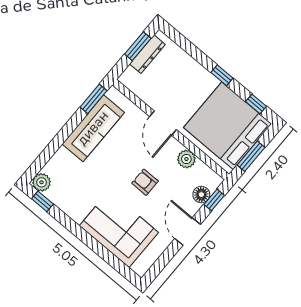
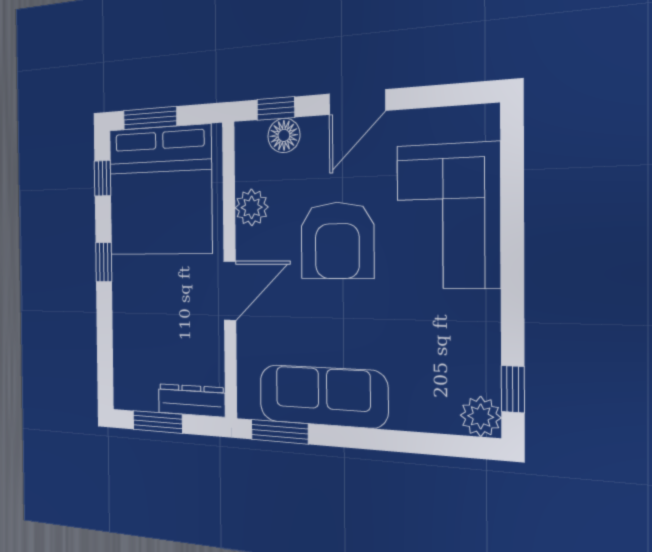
dresser: (147, 54) -> (191, 400), moved
window: (251, 156) -> (150, 118), moved
armchair: (145, 182) -> (337, 240), width x1.88, depth x1.88

